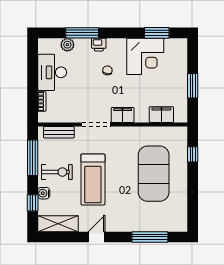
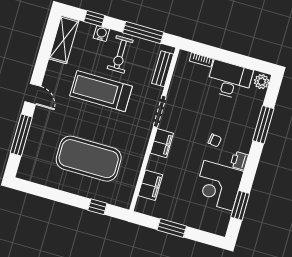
plant: (67, 45) -> (262, 82), moved
printer: (99, 45) -> (239, 161), moved
door: (97, 237) -> (33, 94), moved

